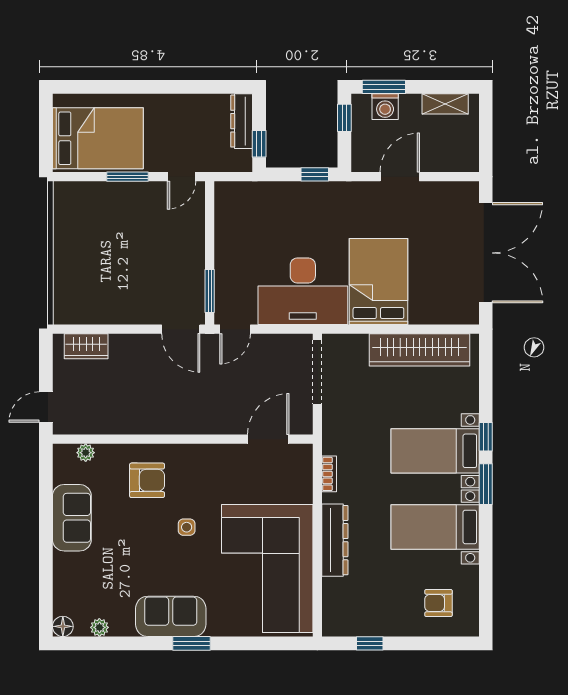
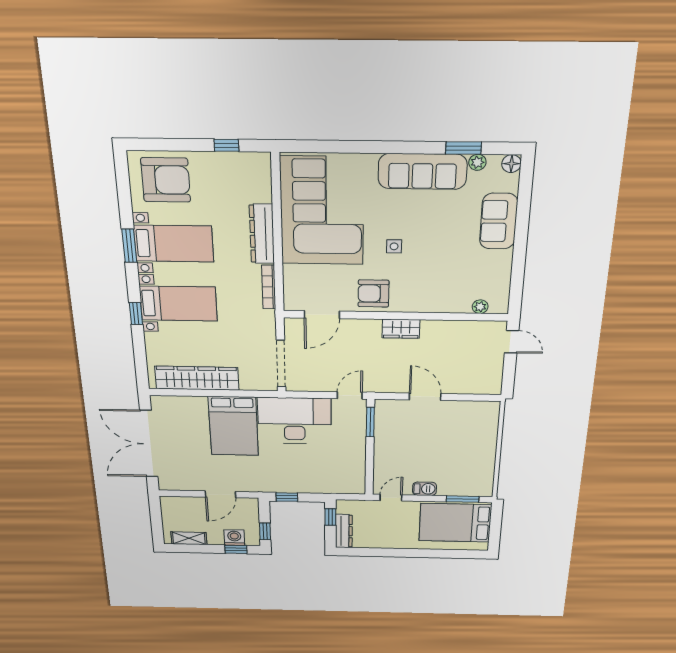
window: (384, 87) -> (236, 549), width x0.67
window: (127, 177) -> (463, 499), moved
barbecue: (139, 192) -> (424, 489), added
door: (181, 329) -> (425, 397), moved
wardrobe: (86, 346) -> (401, 329), moved, turned 180
door: (46, 407) -> (512, 342), hinge flipped
bookcase: (329, 474) -> (269, 287), width x1.56
armchair: (147, 480) -> (373, 293), moved
window: (486, 484) -> (129, 246), moved
sofa: (72, 518) -> (499, 221), moved
armchair: (438, 603) -> (166, 180), width x1.88, depth x1.88
sofa: (171, 616) -> (422, 171), width x1.36
window: (191, 643) -> (463, 148), moved

